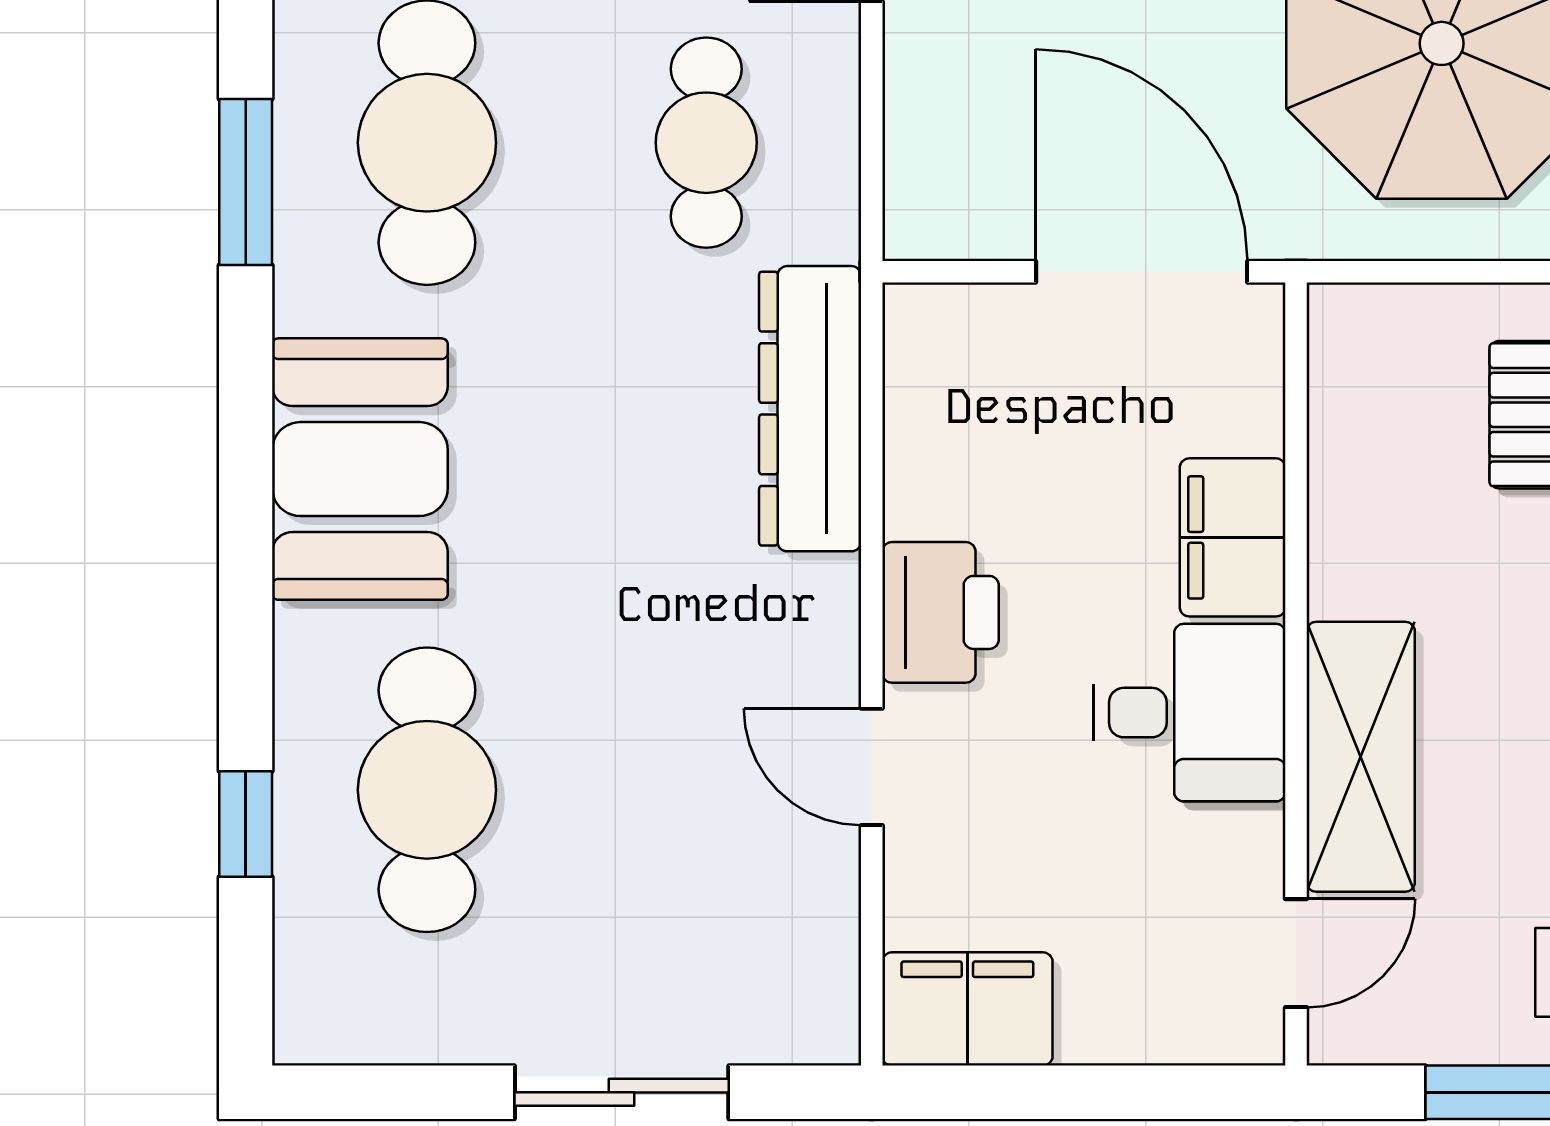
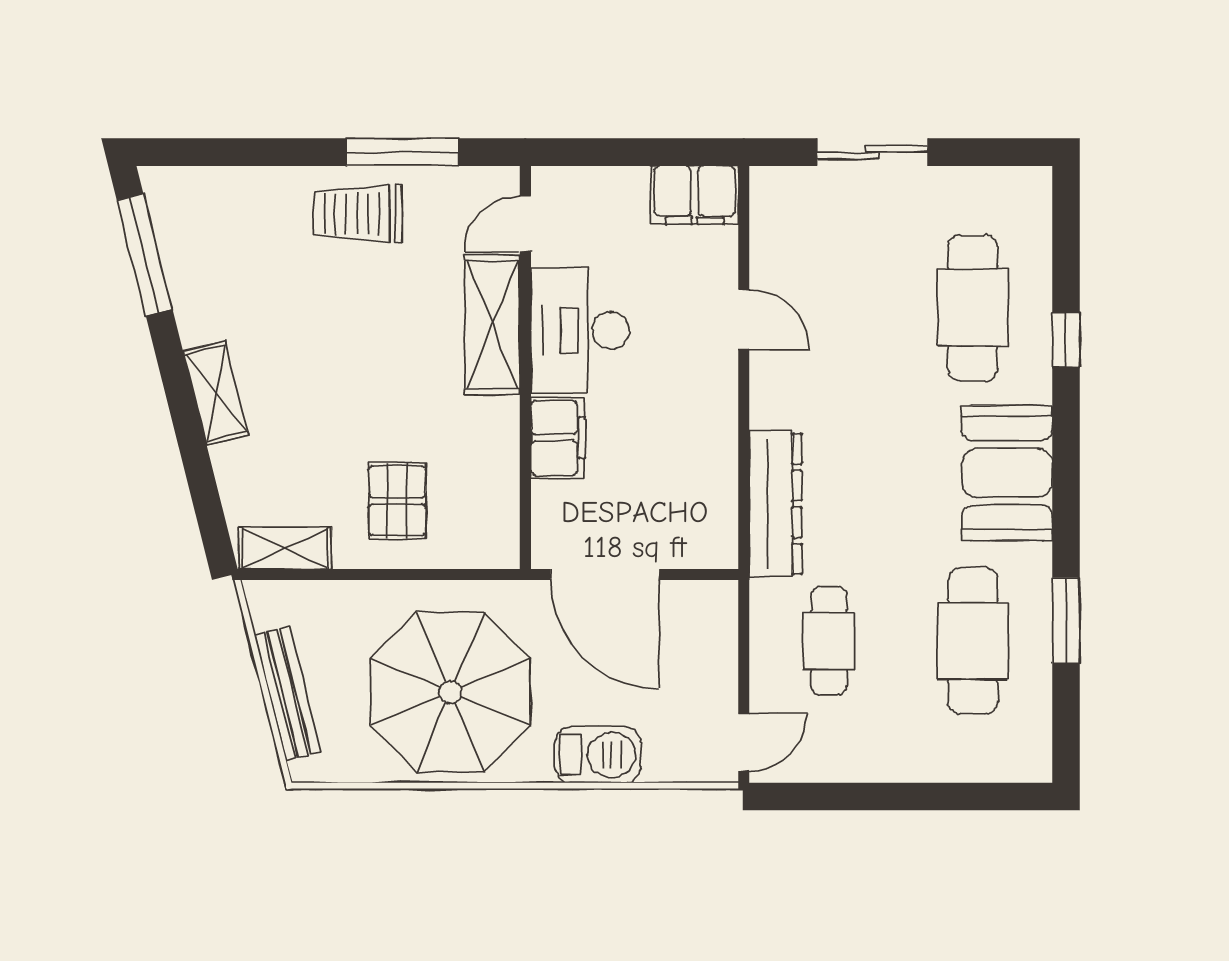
printer: (940, 612) -> (708, 399), removed
desk: (1190, 713) -> (580, 330), width x1.37
window: (246, 824) -> (1066, 340), moved

